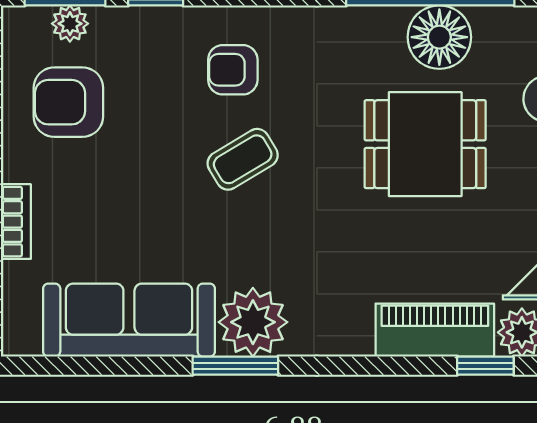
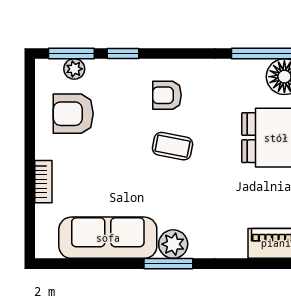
coffee table: (243, 159) -> (173, 146), turned 42
plant: (253, 322) -> (173, 244), width x0.73, depth x0.73

